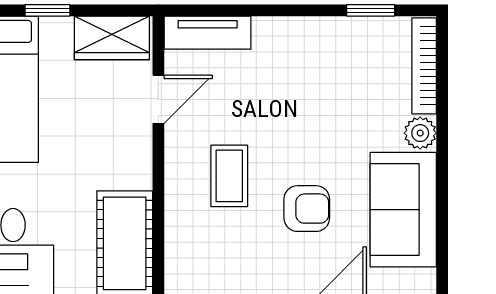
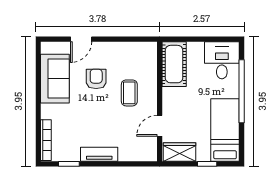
tv unit: (208, 33) -> (99, 154), moved
plant: (420, 133) -> (48, 111), removed
armchair: (307, 209) -> (96, 79), turned 90

